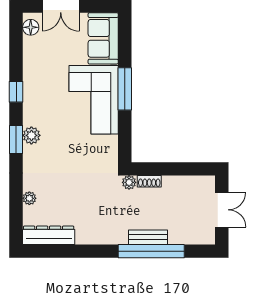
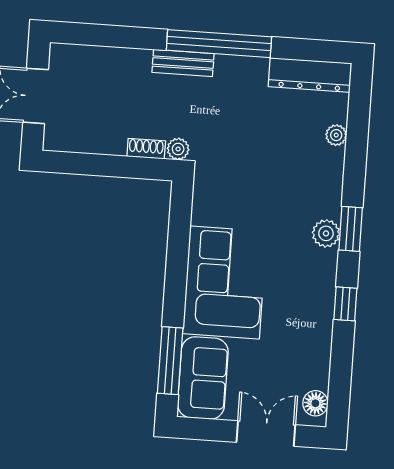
window: (125, 89) -> (170, 361), moved
bench: (148, 237) -> (183, 63), moved
window: (151, 251) -> (219, 44), moved

